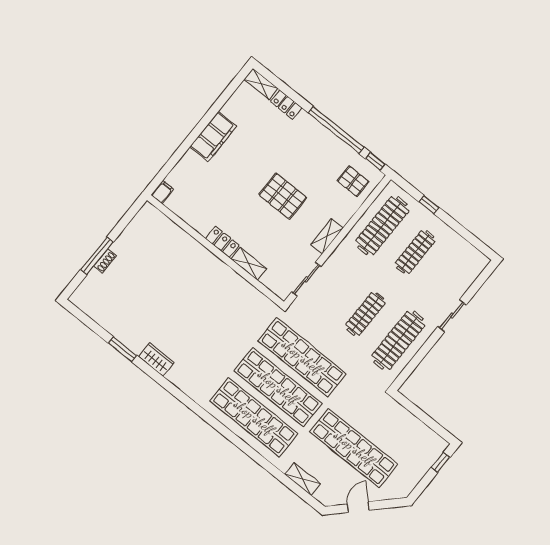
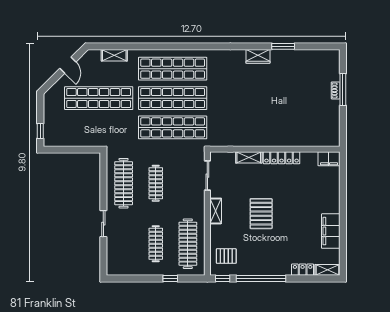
filing cabinet: (213, 136) -> (331, 231), moved
filing cabinet: (162, 192) -> (329, 159), width x2.00
pallet: (283, 196) -> (261, 214), turned 90
locker: (222, 242) -> (282, 158), width x1.53

